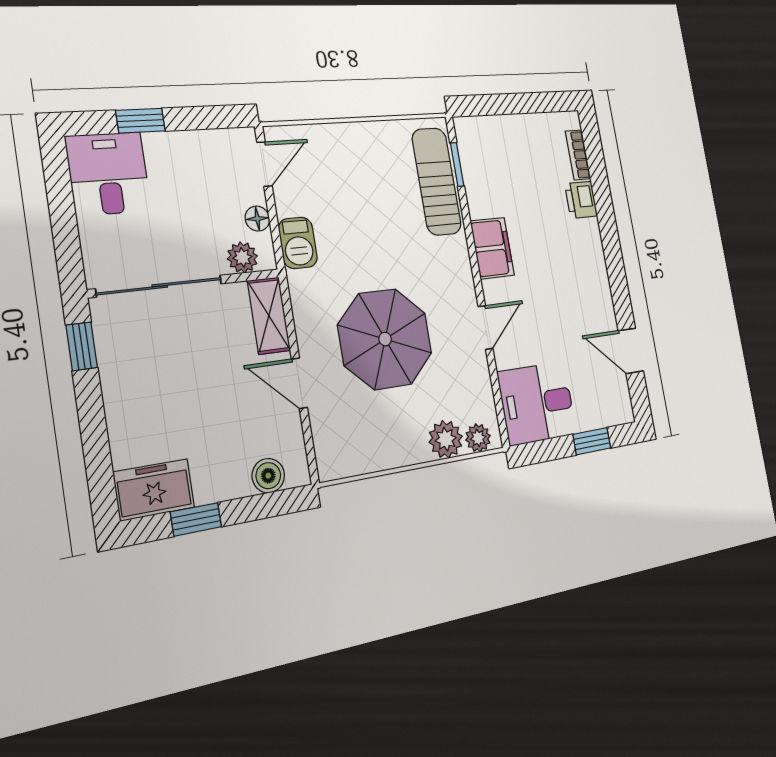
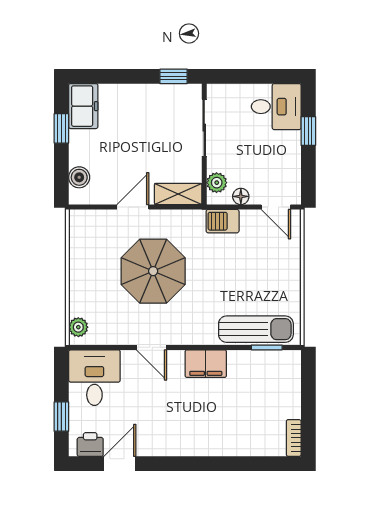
bookcase: (578, 155) -> (294, 438), moved, turned -90
printer: (581, 200) -> (90, 445), moved
sliding door: (160, 286) -> (204, 128), width x0.73
plant: (446, 439) -> (81, 303), removed

